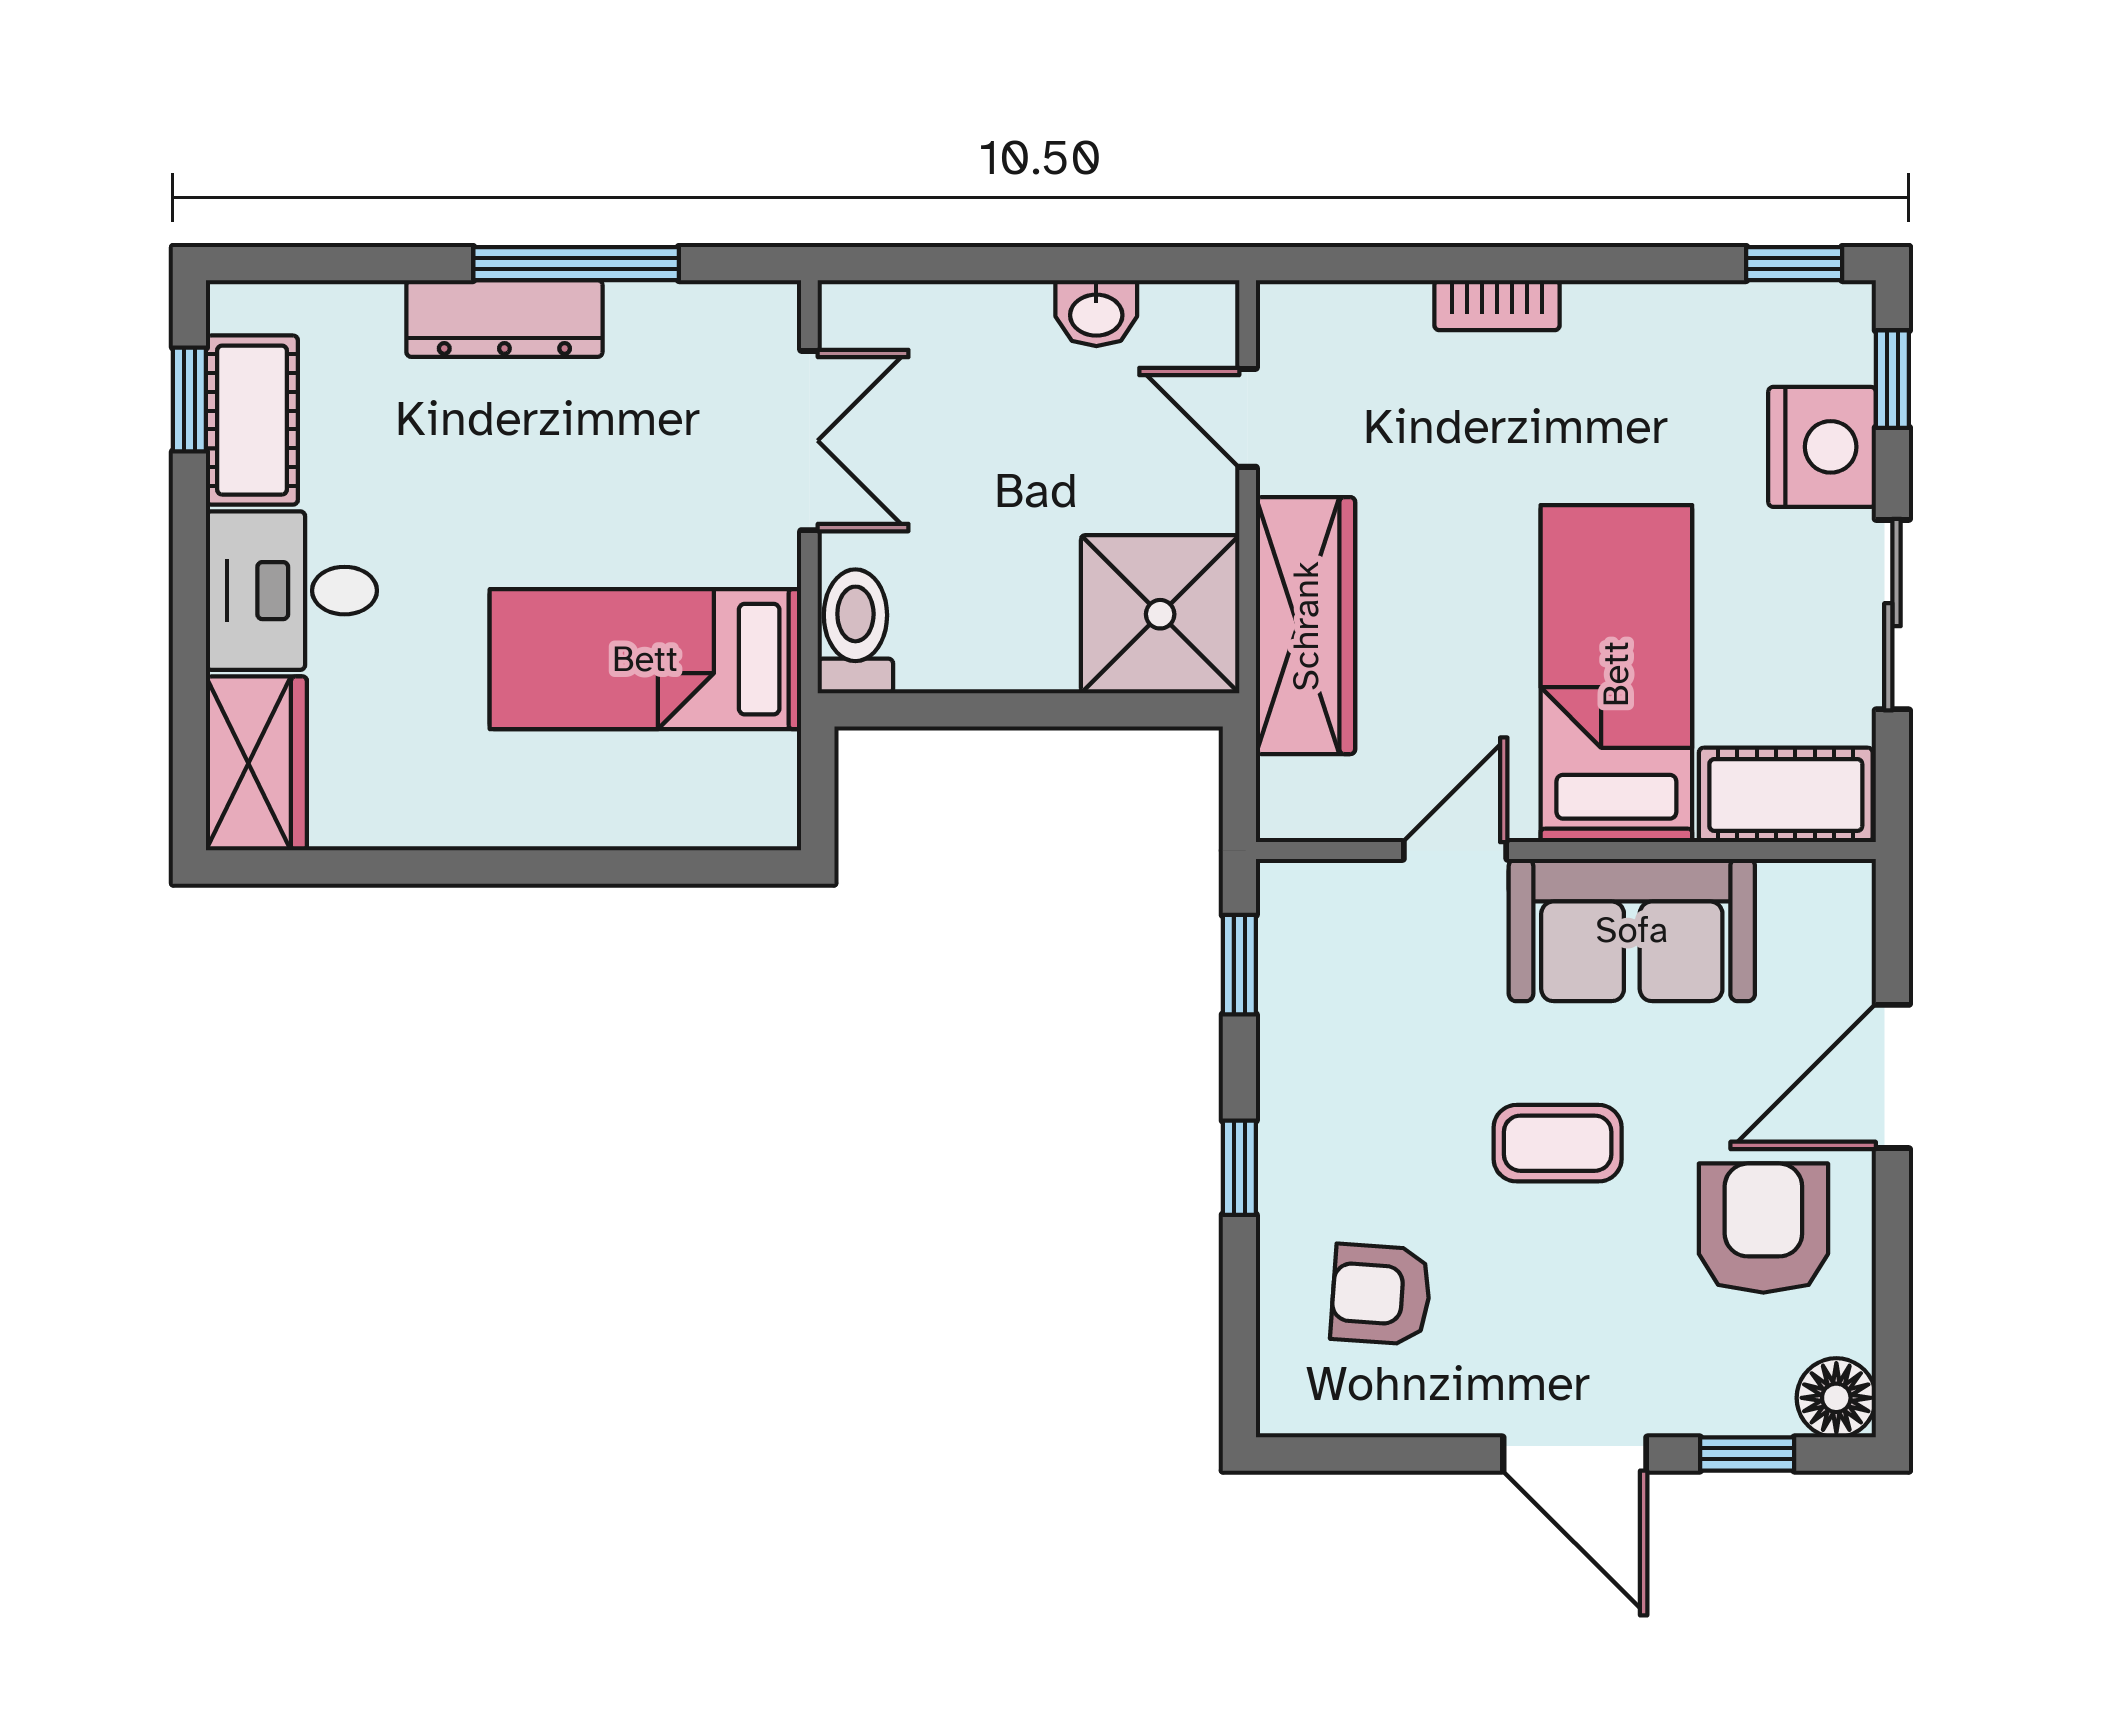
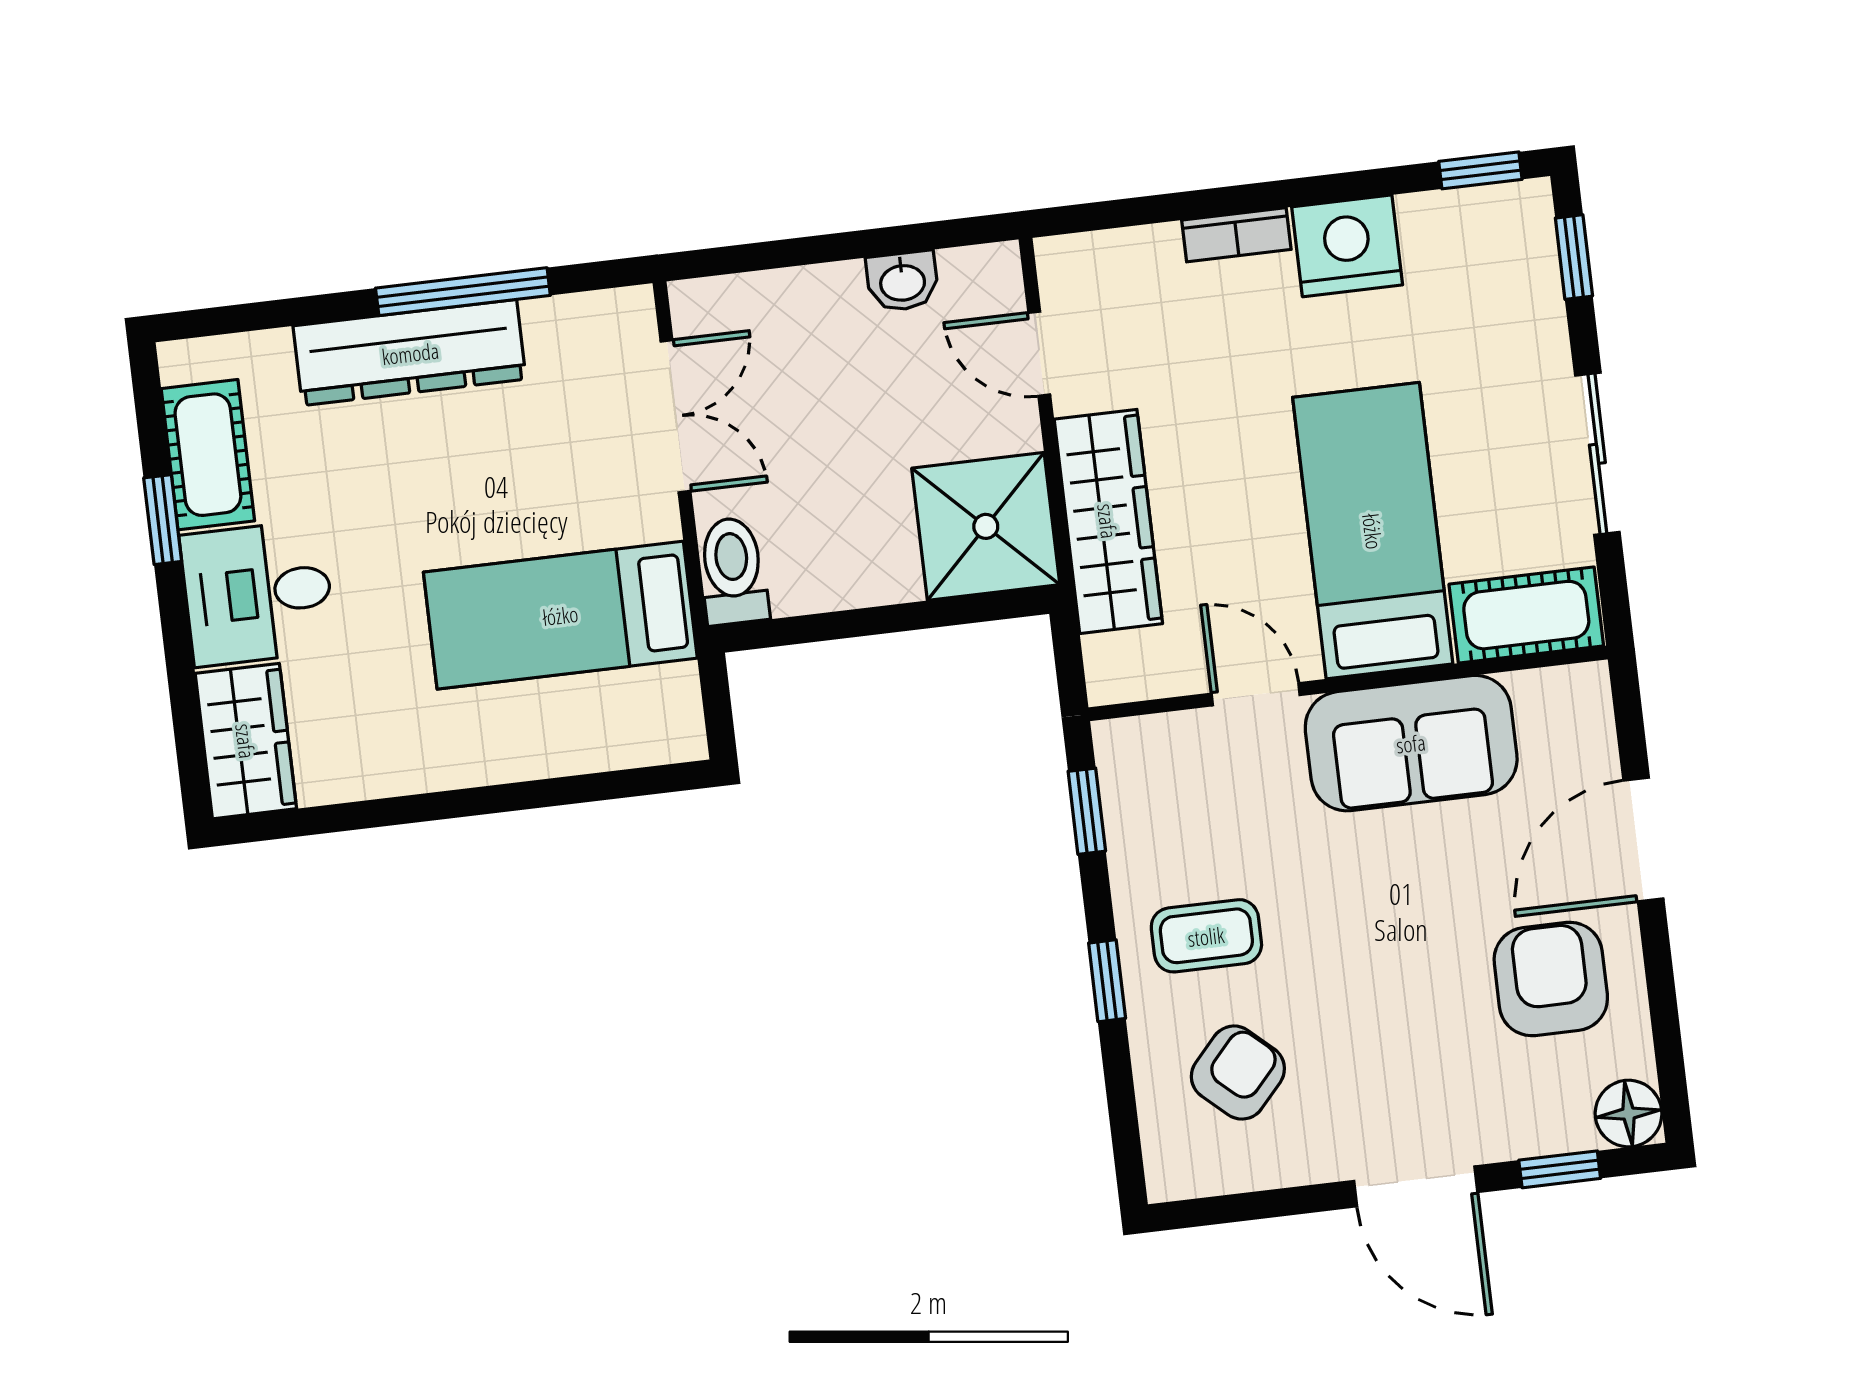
dresser: (504, 318) -> (410, 353), width x1.37, depth x1.24
window: (189, 399) -> (163, 520), moved
nightstand: (1822, 447) -> (1347, 246), moved, turned -90
door: (1455, 850) -> (1256, 694), hinge flipped
coffee table: (1558, 1143) -> (1206, 936), moved
armchair: (1381, 1294) -> (1238, 1073), turned 128

